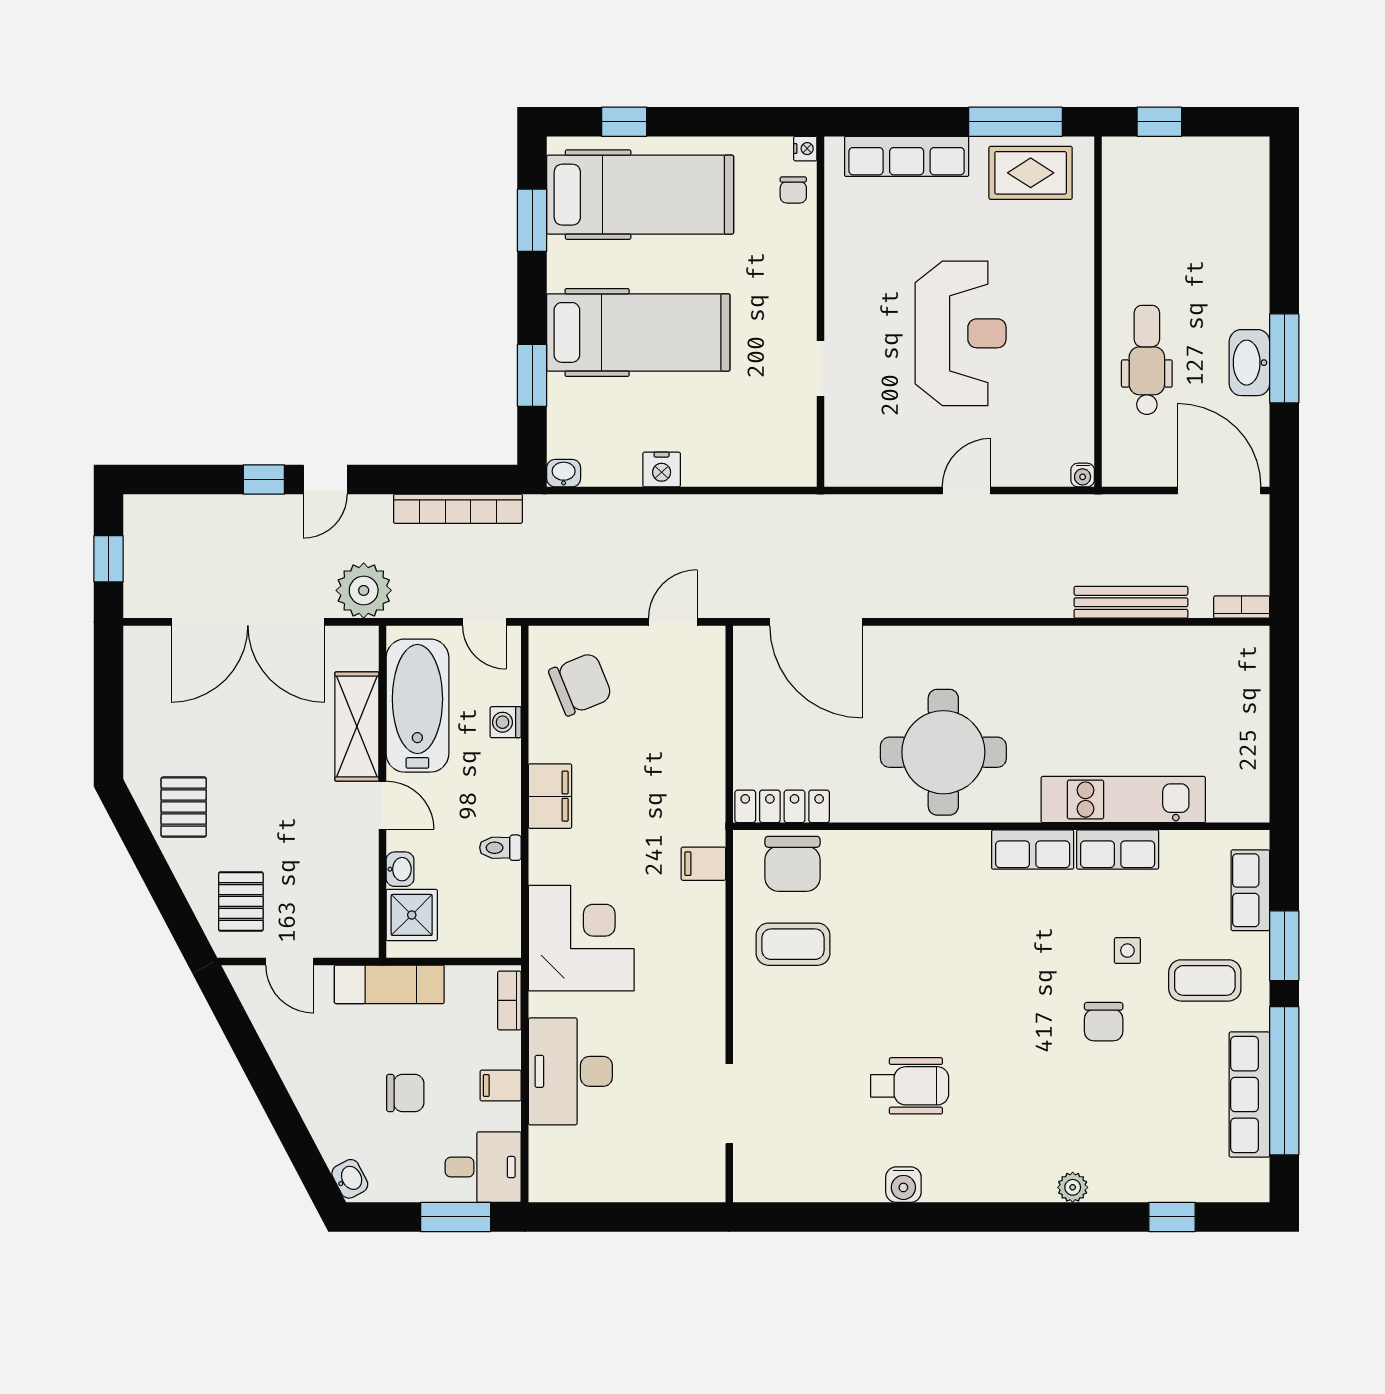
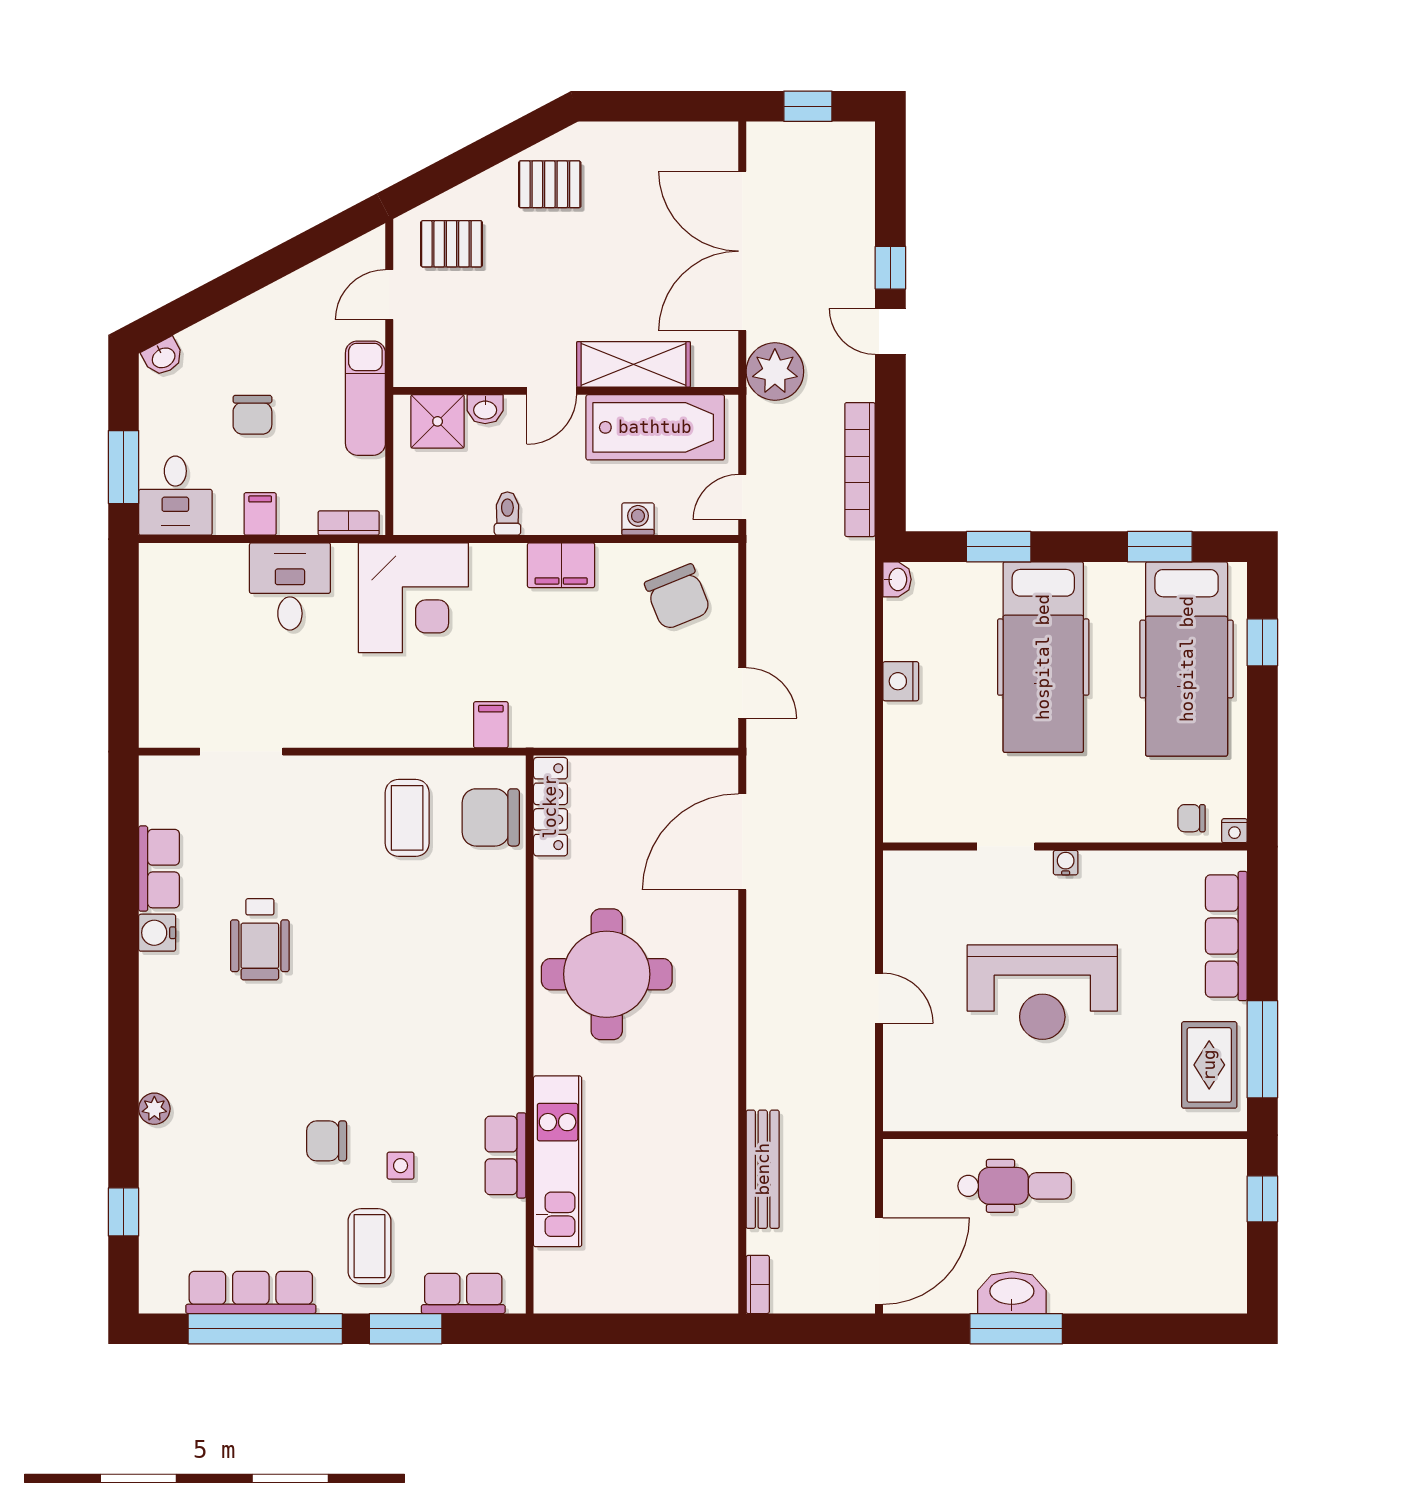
water cooler: (1083, 475) -> (1066, 863), moved, turned 90
row of seats: (1033, 850) -> (159, 869), moved, turned 180
desk: (570, 1071) -> (290, 586), width x0.73

